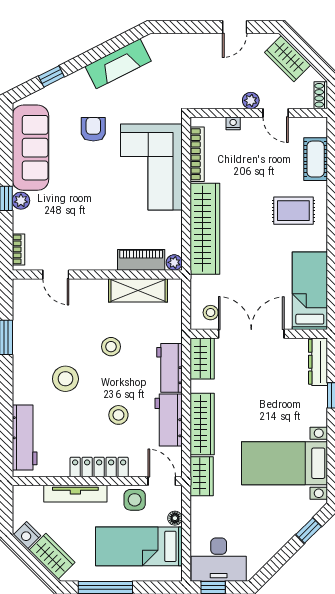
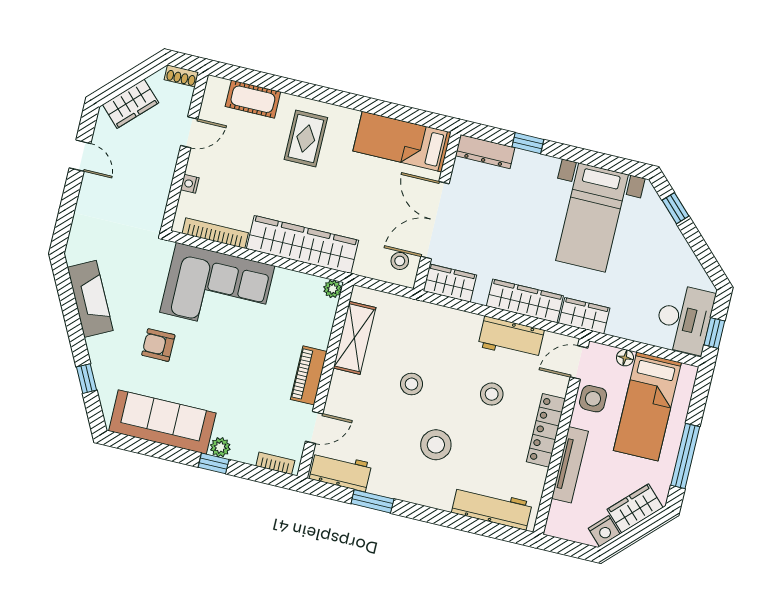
plant: (251, 100) -> (168, 157), removed
piano: (141, 260) -> (309, 375), moved
workbench: (169, 368) -> (341, 471), moved, turned 180

